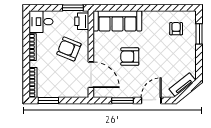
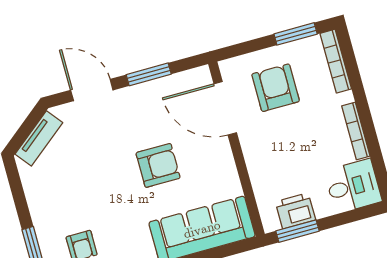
printer: (82, 21) -> (295, 211), moved, turned -90
armchair: (69, 49) -> (276, 88), moved, turned -112
door: (151, 100) -> (92, 90), swing flipped

